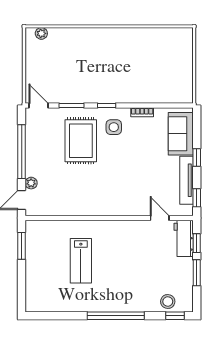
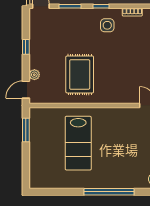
rug: (81, 141) -> (80, 74), moved
window: (22, 152) -> (26, 47), width x0.32
lab bench: (81, 261) -> (78, 143), width x1.36, depth x1.39

